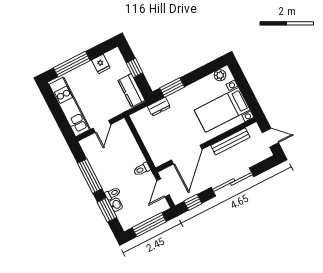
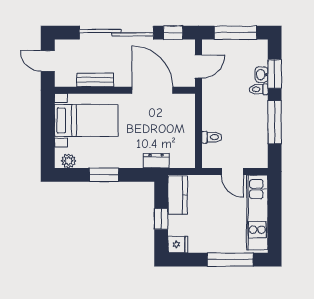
fridge: (101, 64) -> (178, 244), moved, turned 90
window: (172, 87) -> (104, 175), moved
door: (102, 126) -> (232, 171), swing flipped
bench: (230, 141) -> (95, 80), width x0.73
door: (187, 155) -> (152, 90), hinge flipped
toilet: (142, 169) -> (212, 137), moved
sliding door: (233, 182) -> (116, 33), width x1.36

